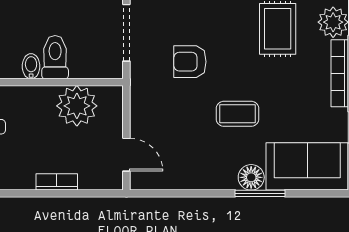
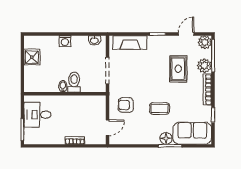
armchair: (190, 62) -> (126, 105), moved
plant: (77, 106) -> (84, 105), removed
door: (126, 155) -> (108, 128), hinge flipped

